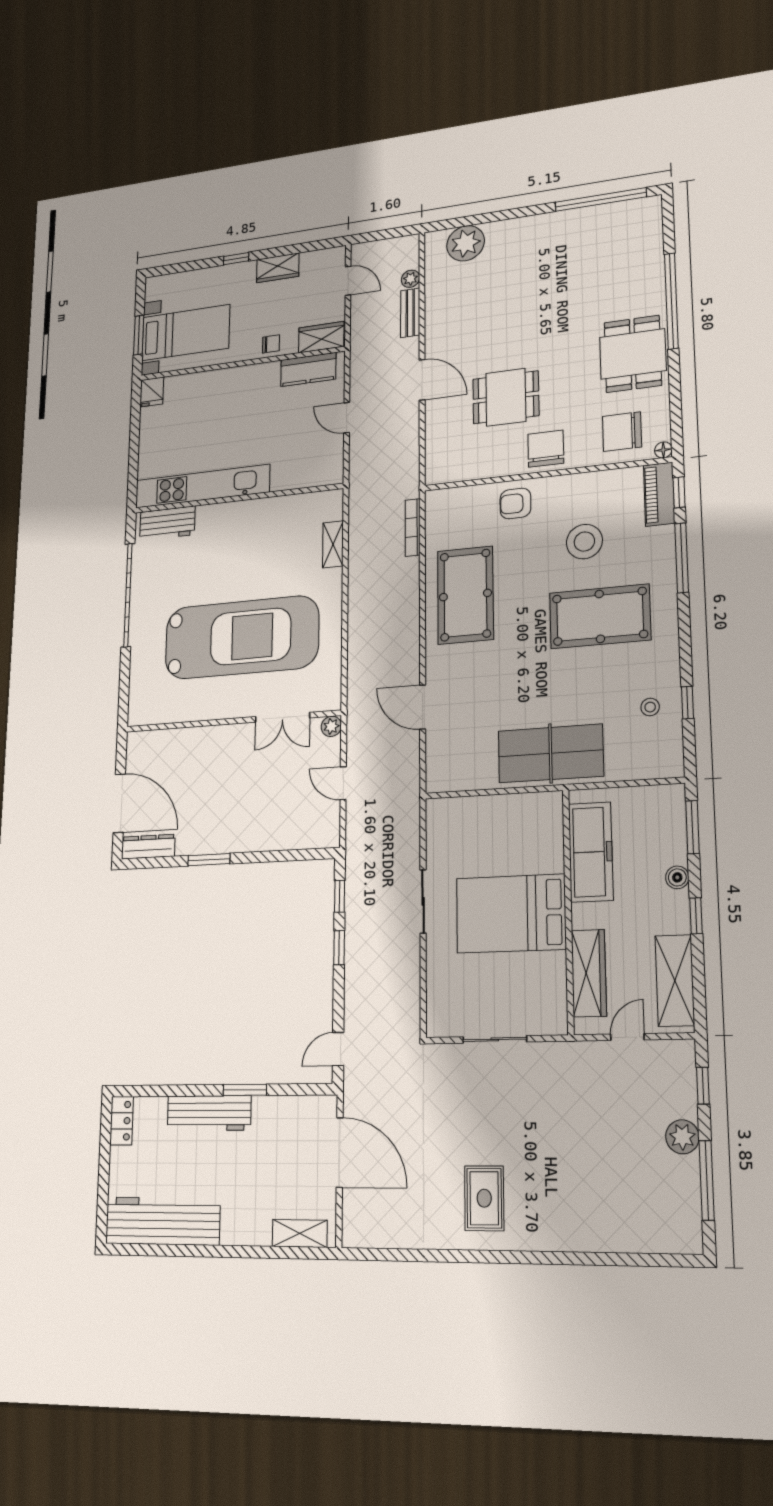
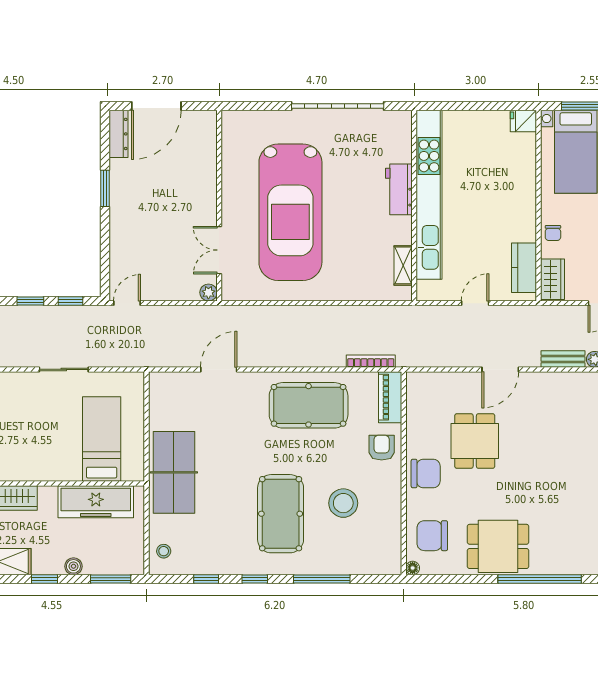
chair: (622, 432) -> (432, 536), turned -90
kitchen unit: (202, 486) -> (429, 195), width x1.36
window: (679, 492) -> (255, 579), moved
piano: (659, 494) -> (390, 397), moved, turned -90
workbench: (167, 523) -> (399, 189), moved
shelving: (333, 544) -> (403, 265), moved, turned 90
stool: (650, 707) -> (164, 551), moved
door: (343, 783) -> (127, 303), moved
bed: (511, 914) -> (102, 439), moved, width x0.67

